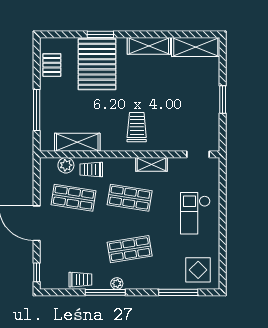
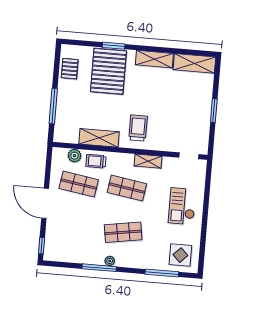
shelving: (77, 142) -> (99, 138), moved
trolley: (80, 280) -> (79, 255), removed

